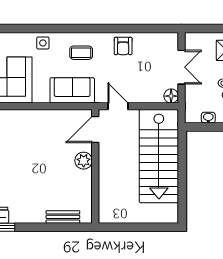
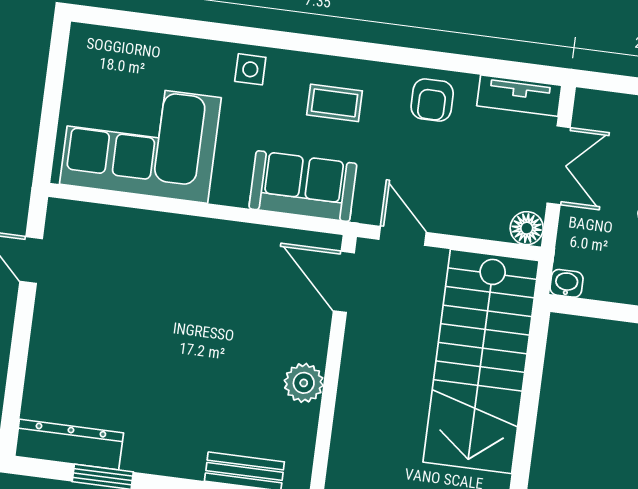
tv unit: (161, 39) -> (519, 96), added
washbasin: (208, 118) -> (567, 283), moved
door: (95, 129) -> (344, 282), hinge flipped
plant: (84, 161) -> (304, 383), moved

